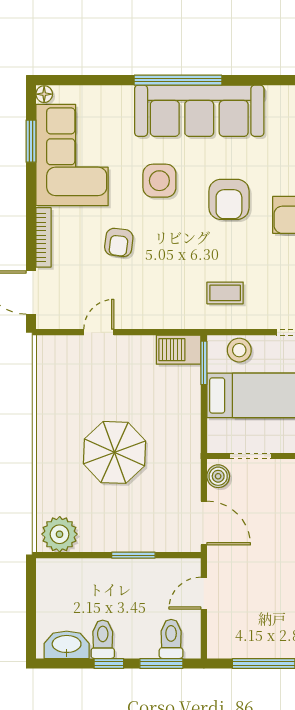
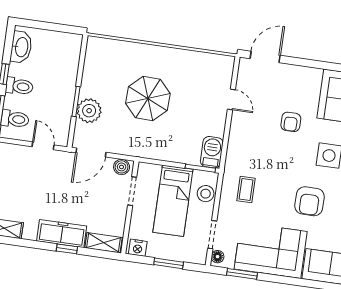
armchair: (229, 199) -> (310, 201), turned -90
bookcase: (44, 237) -> (302, 71), removed
armchair: (119, 242) -> (291, 122), turned -97
plant: (60, 534) -> (89, 111), moved
toilet: (103, 639) -> (19, 86), moved

